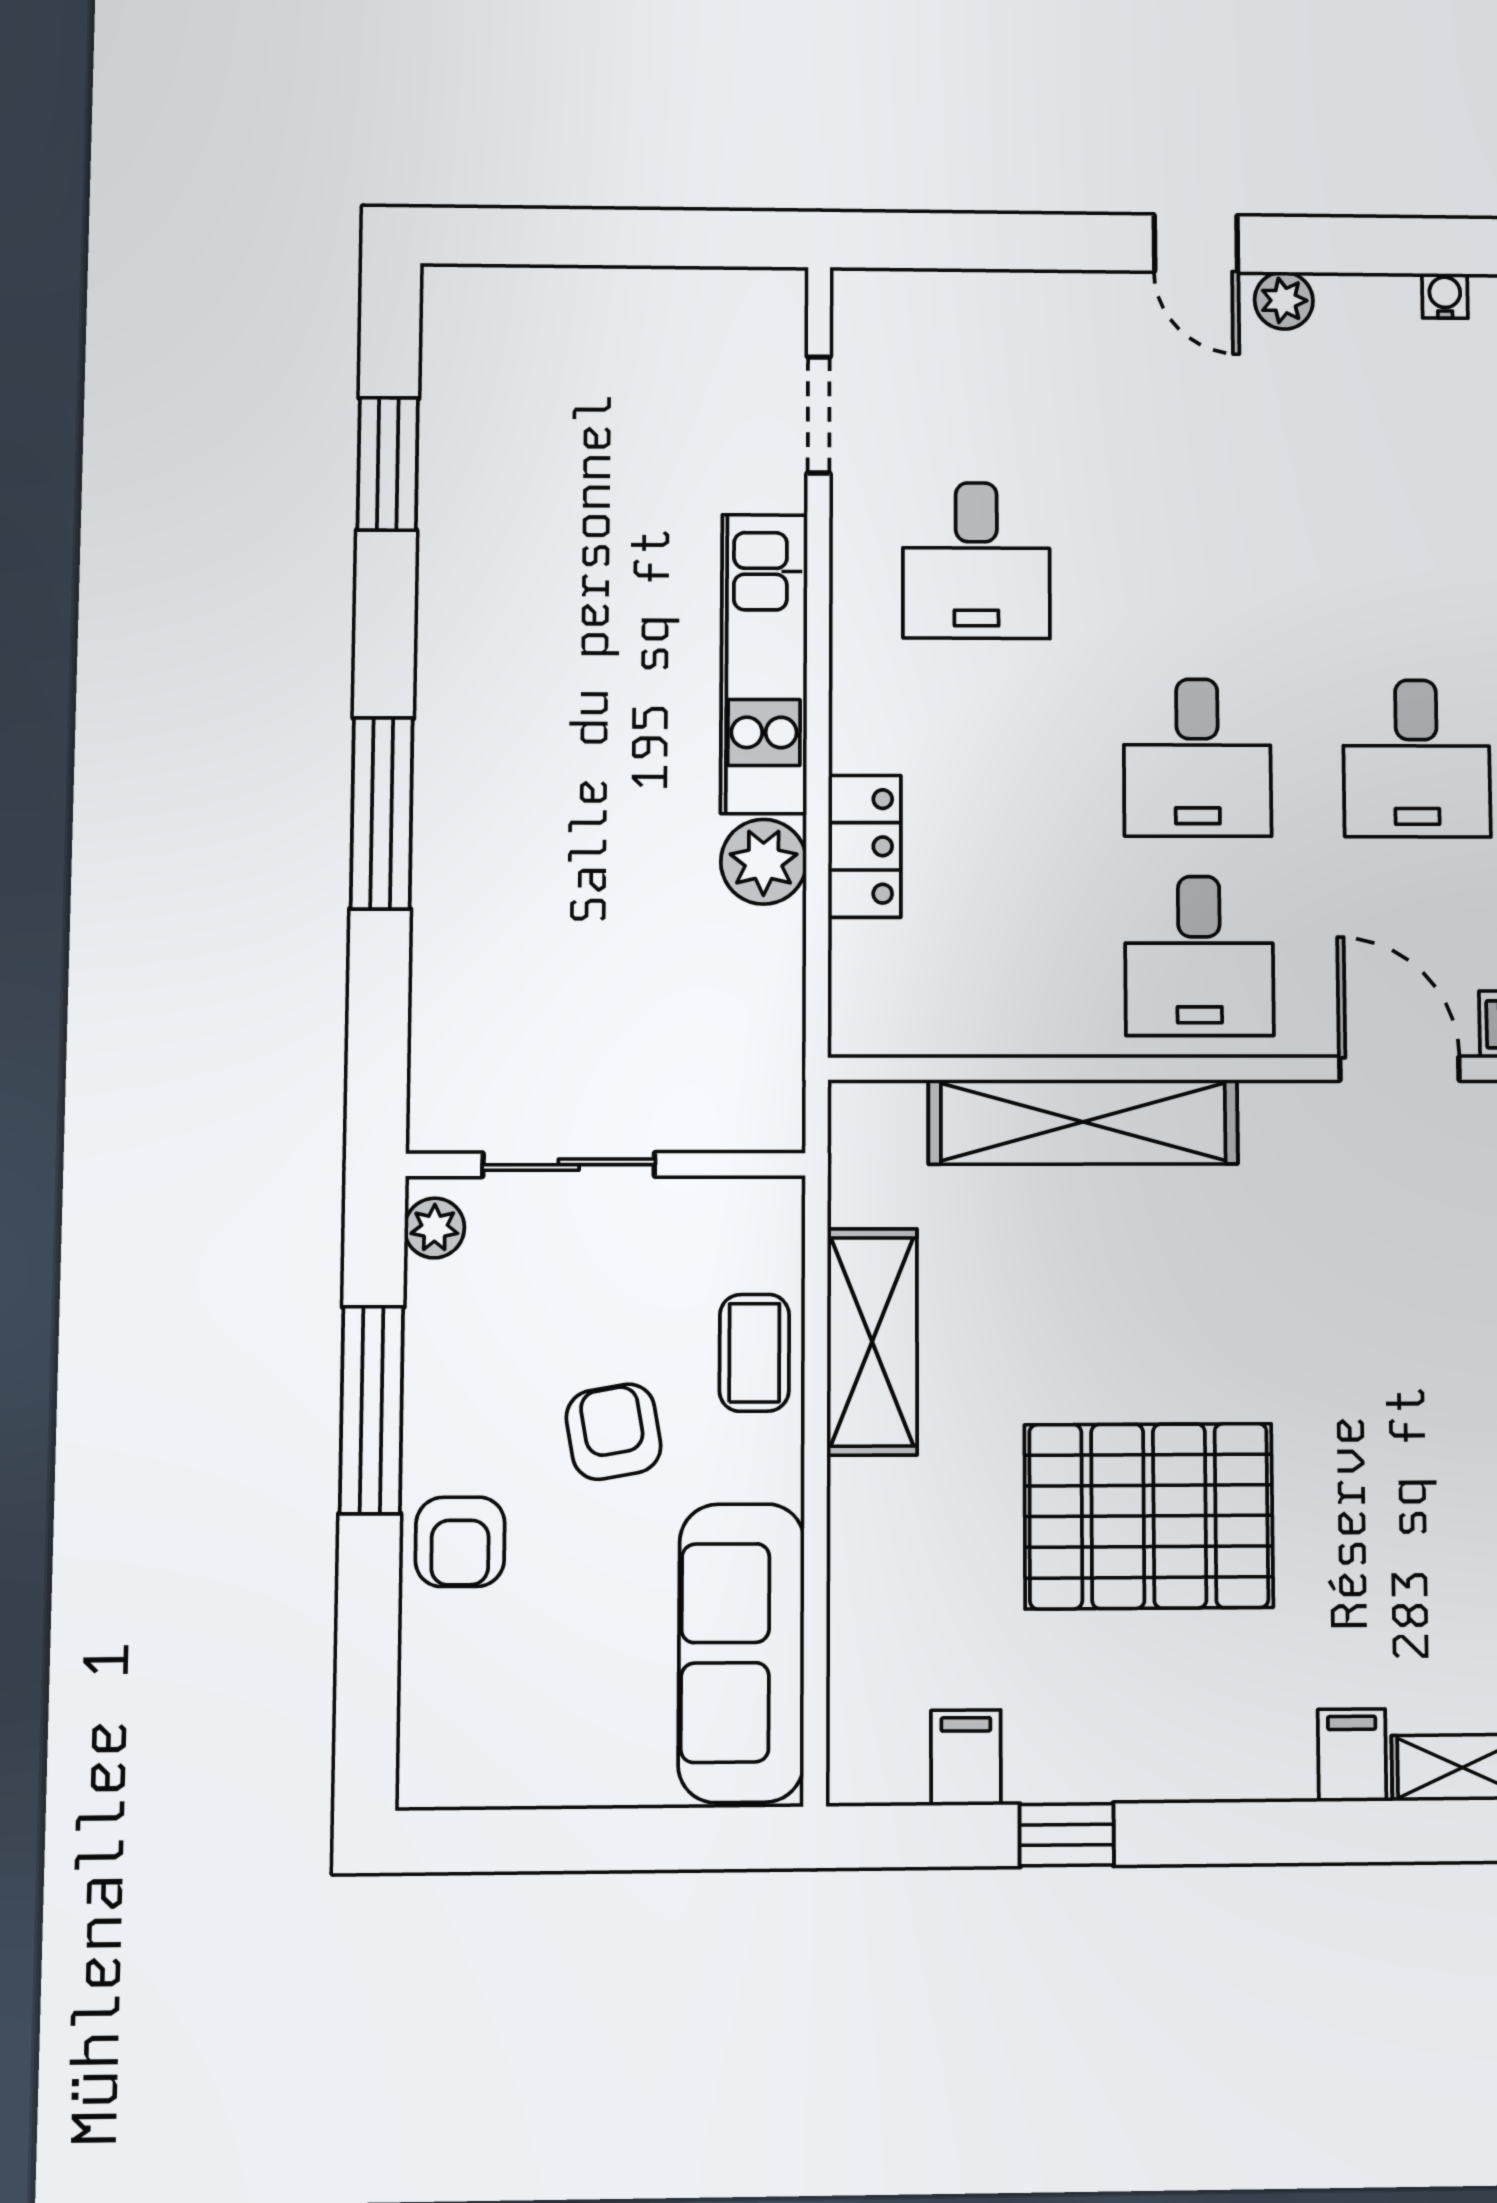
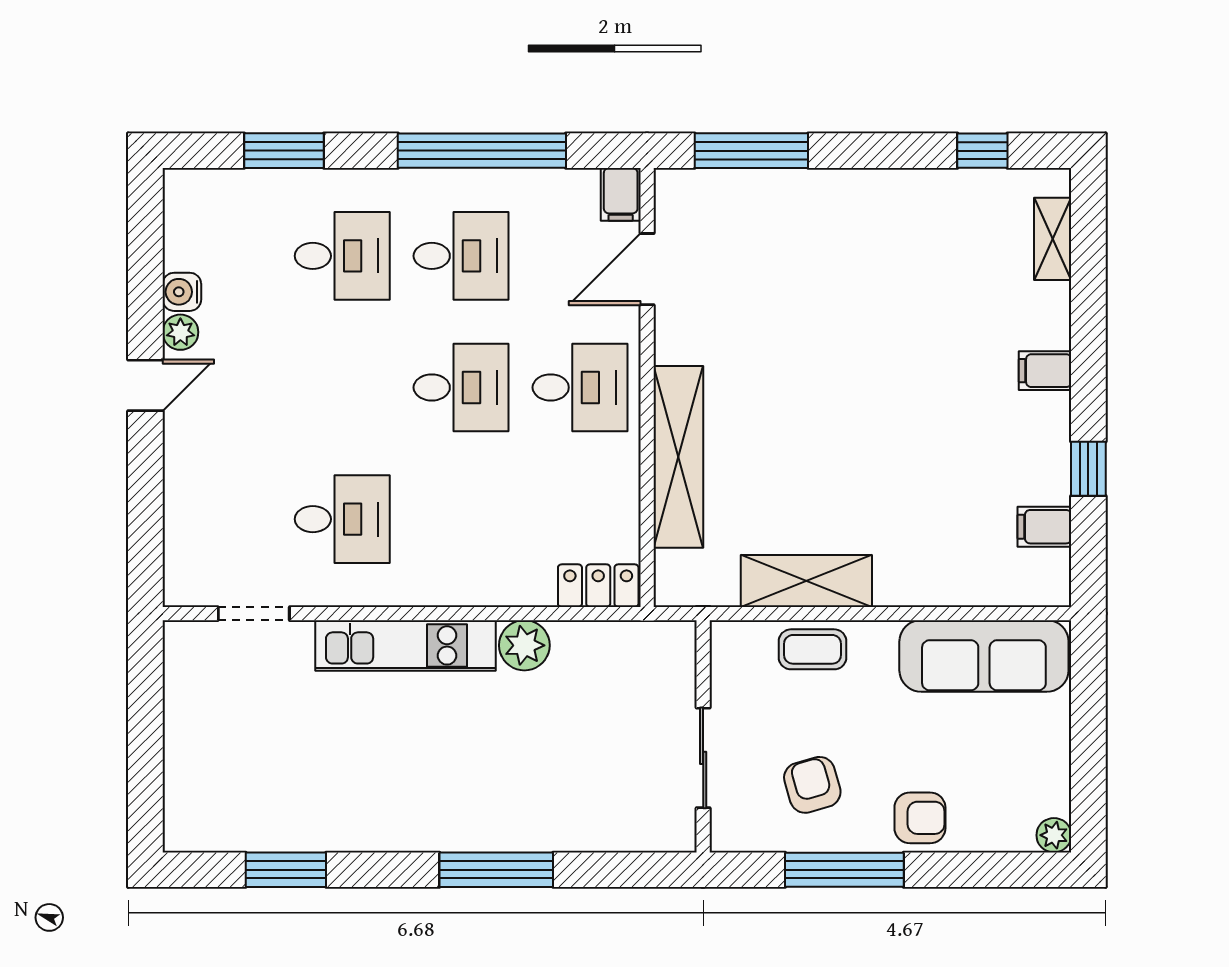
water cooler: (1445, 296) -> (182, 292), moved, width x1.38, depth x1.38
desk: (1413, 563) -> (342, 256), added
locker: (865, 846) -> (598, 586), moved
plant: (434, 1228) -> (1054, 835), moved
armchair: (614, 1432) -> (812, 785), moved, turned 84
pallet: (1149, 1516) -> (908, 420), removed
filing cabinet: (1352, 1755) -> (1045, 371), moved

